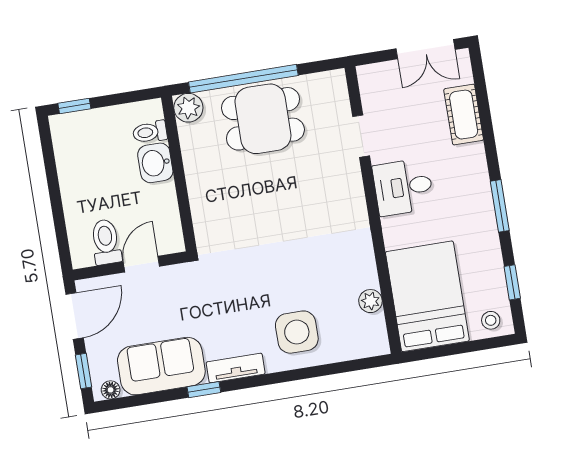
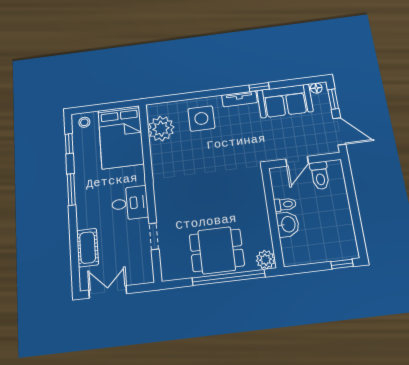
toilet: (150, 132) -> (285, 204), moved
plant: (370, 301) -> (161, 129), width x1.87, depth x1.87
door: (75, 316) -> (339, 131), swing flipped

